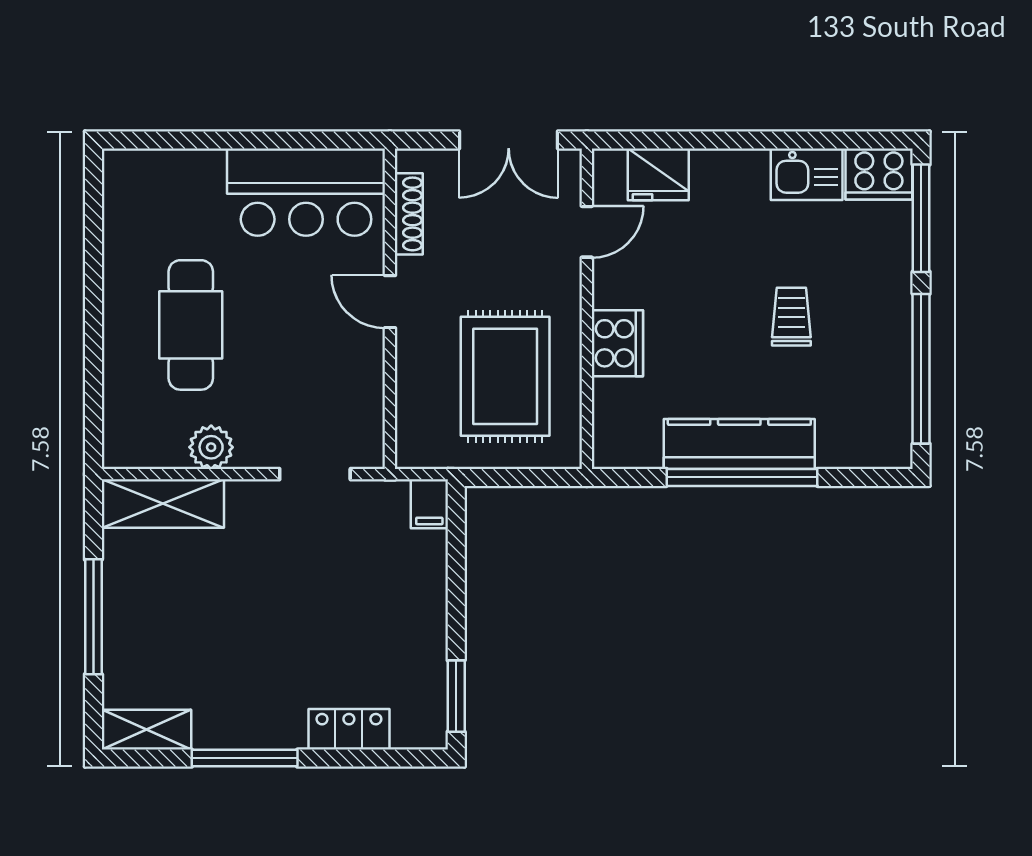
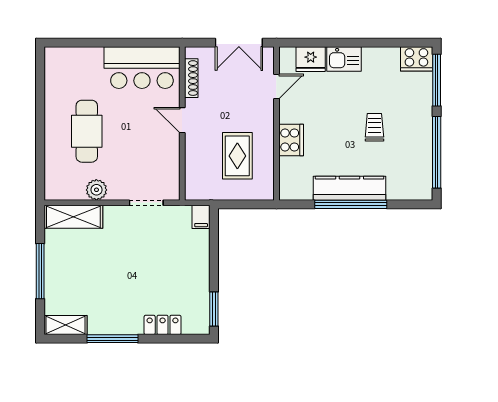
kitchen sink: (807, 174) -> (344, 59), moved
rug: (505, 376) -> (237, 156), width x0.73, depth x0.70

